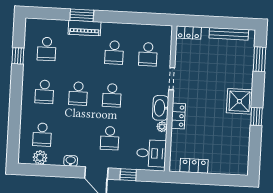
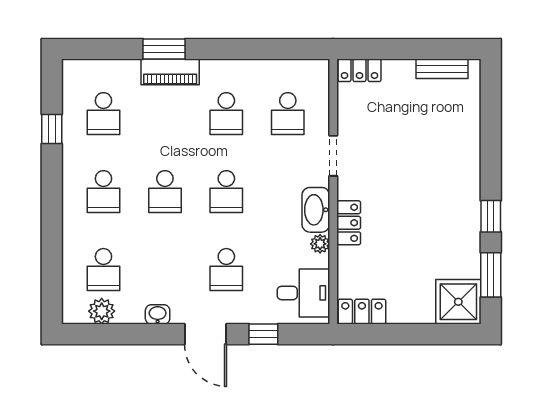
bench: (229, 34) -> (442, 69), width x0.73
window: (259, 59) -> (491, 275), moved
shower: (239, 101) -> (458, 302), moved
locker: (194, 166) -> (362, 312), moved

